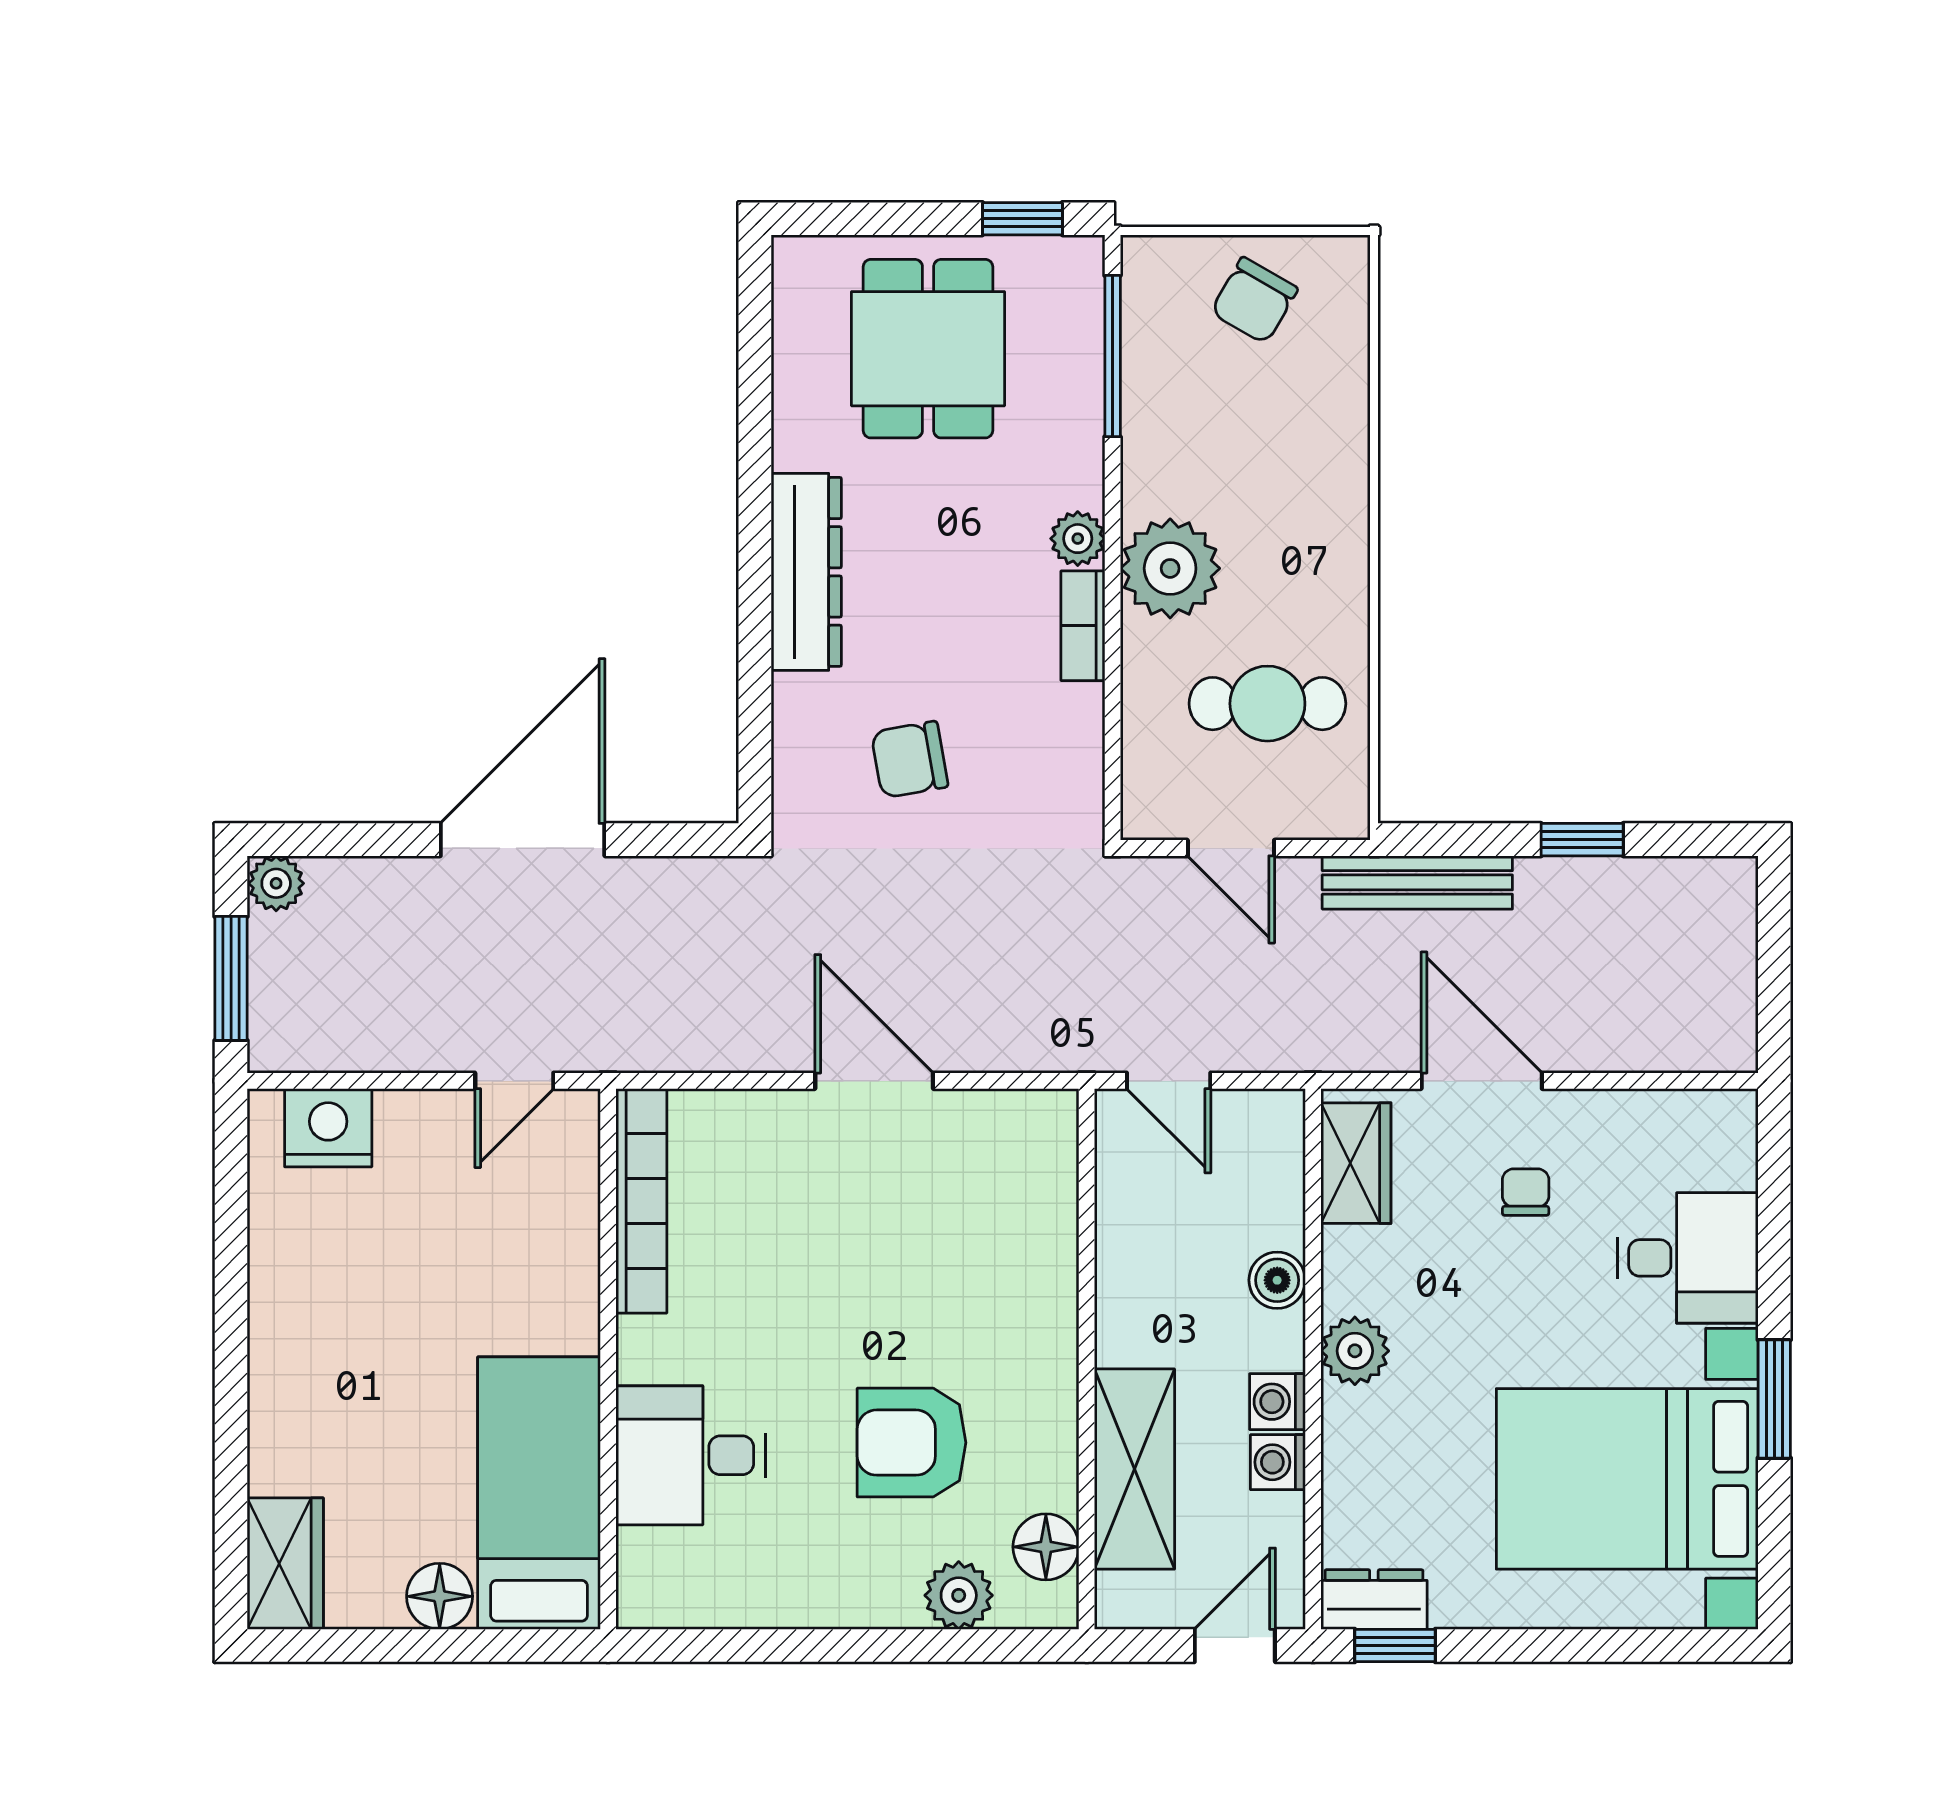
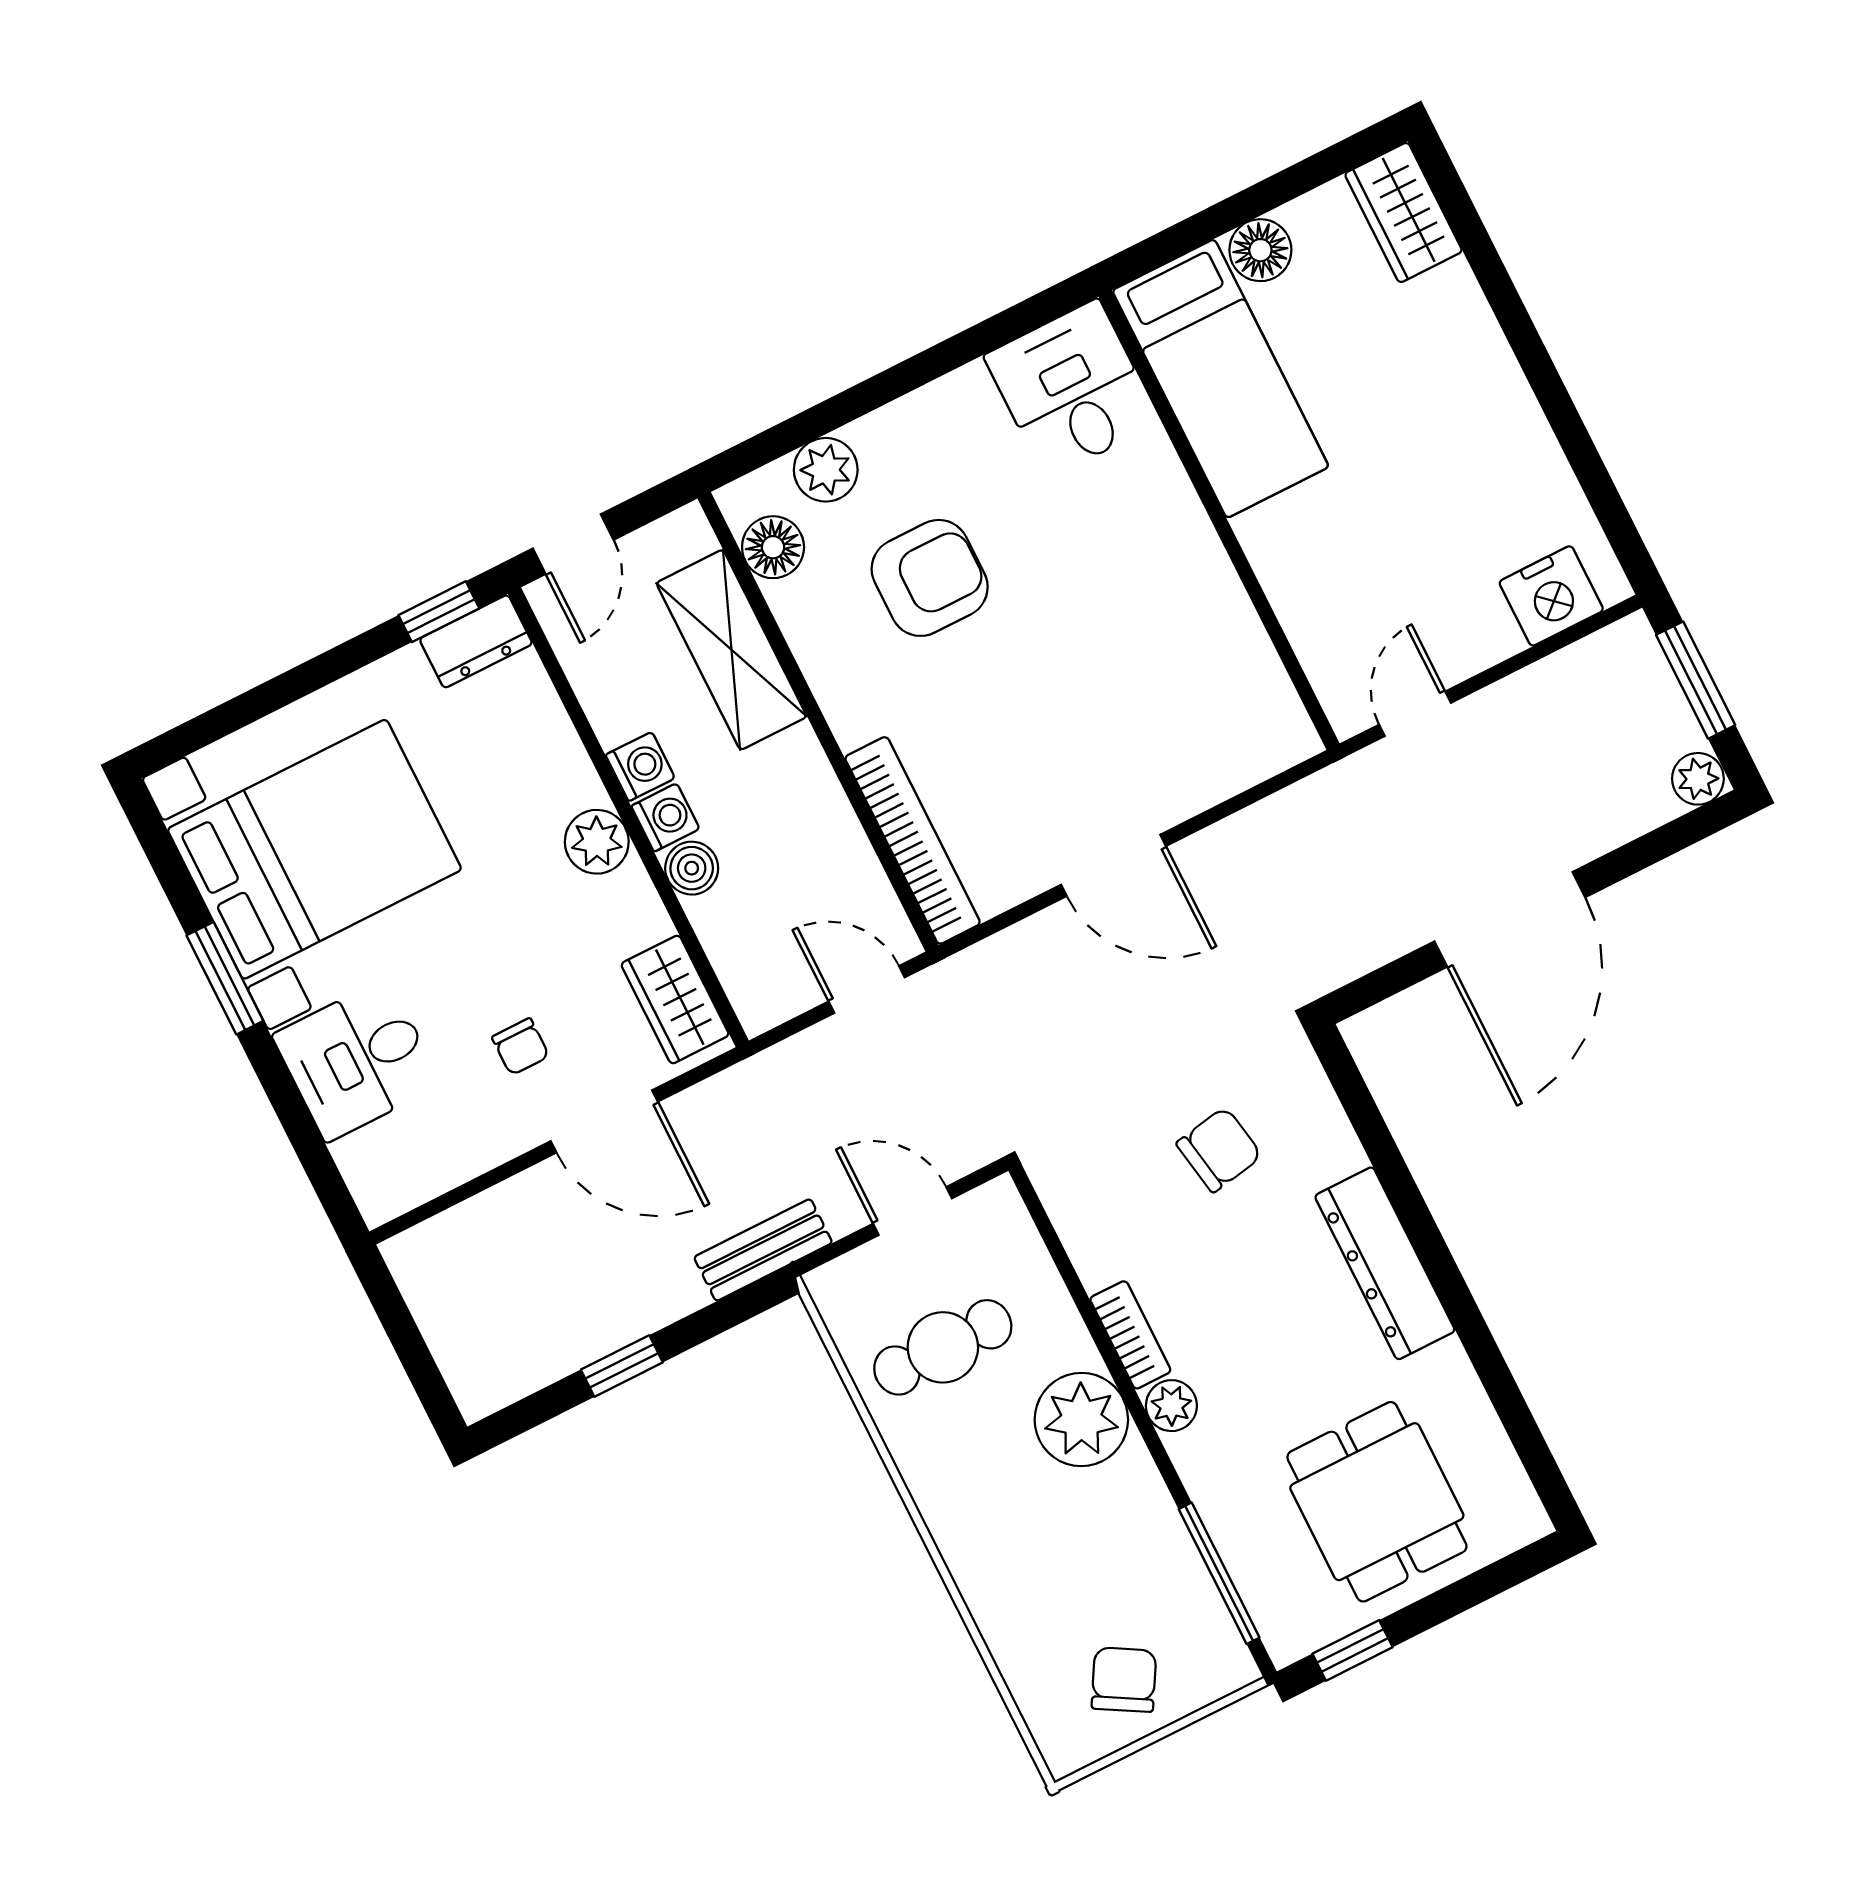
bench: (1417, 882) -> (763, 1250), width x0.73
bookcase: (641, 1201) -> (913, 840), moved, turned 180
desk: (691, 1455) -> (1072, 389), moved, turned -90
washing machine: (1278, 1462) -> (665, 817), moved

